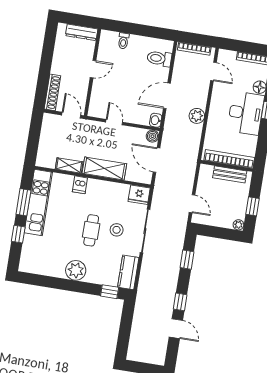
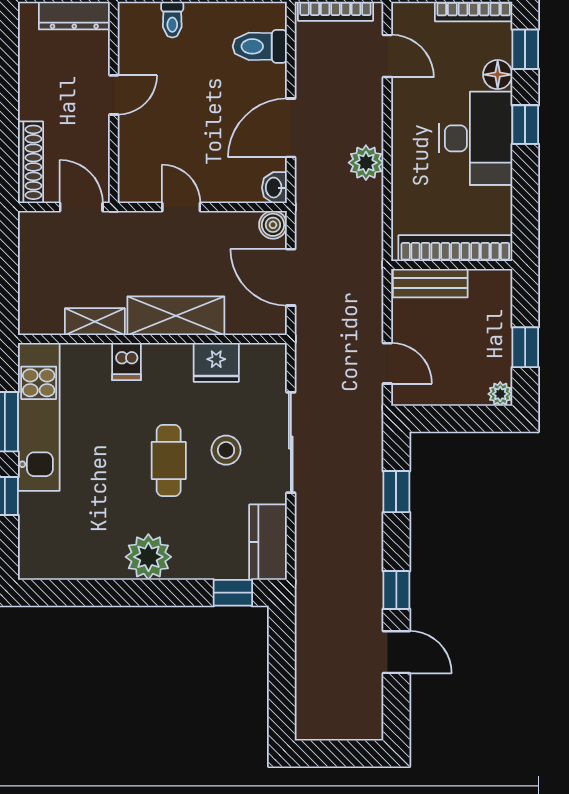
bench: (230, 174) -> (430, 283), moved
fridge: (139, 195) -> (216, 362), moved

